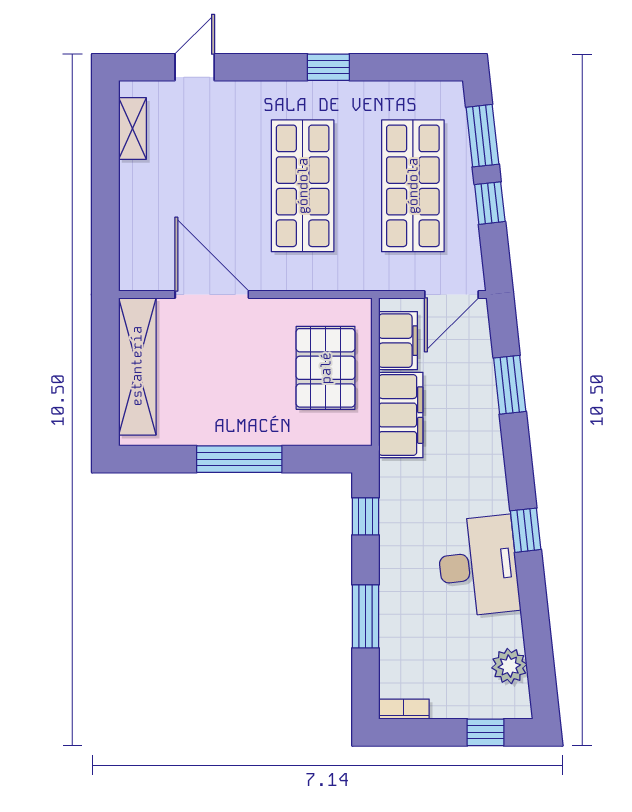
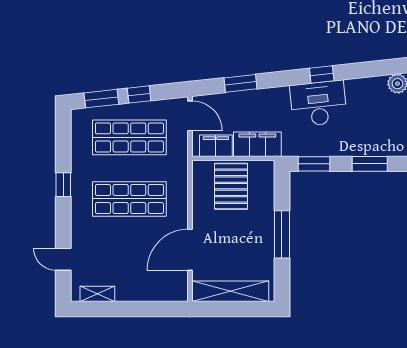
pallet: (326, 368) -> (231, 186), turned 90
window: (366, 516) -> (314, 164), width x1.50
desk: (478, 566) -> (318, 104), moved

